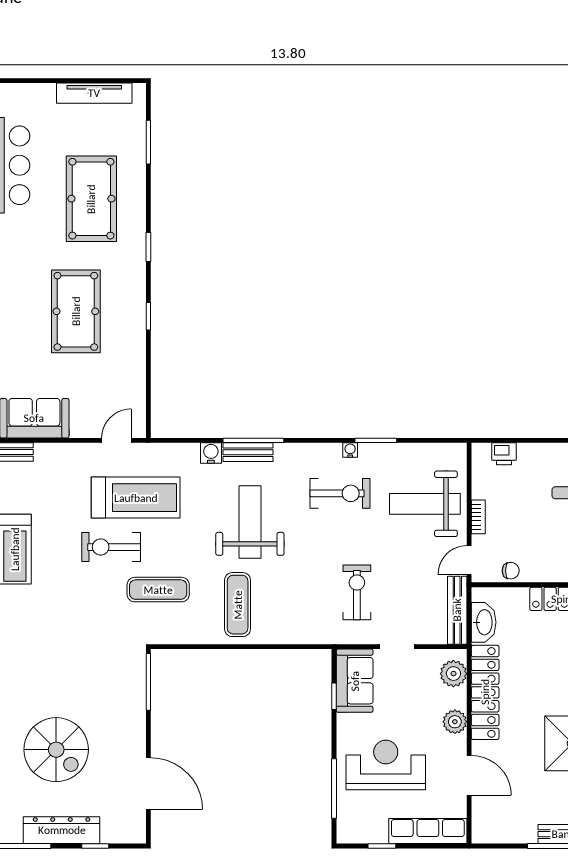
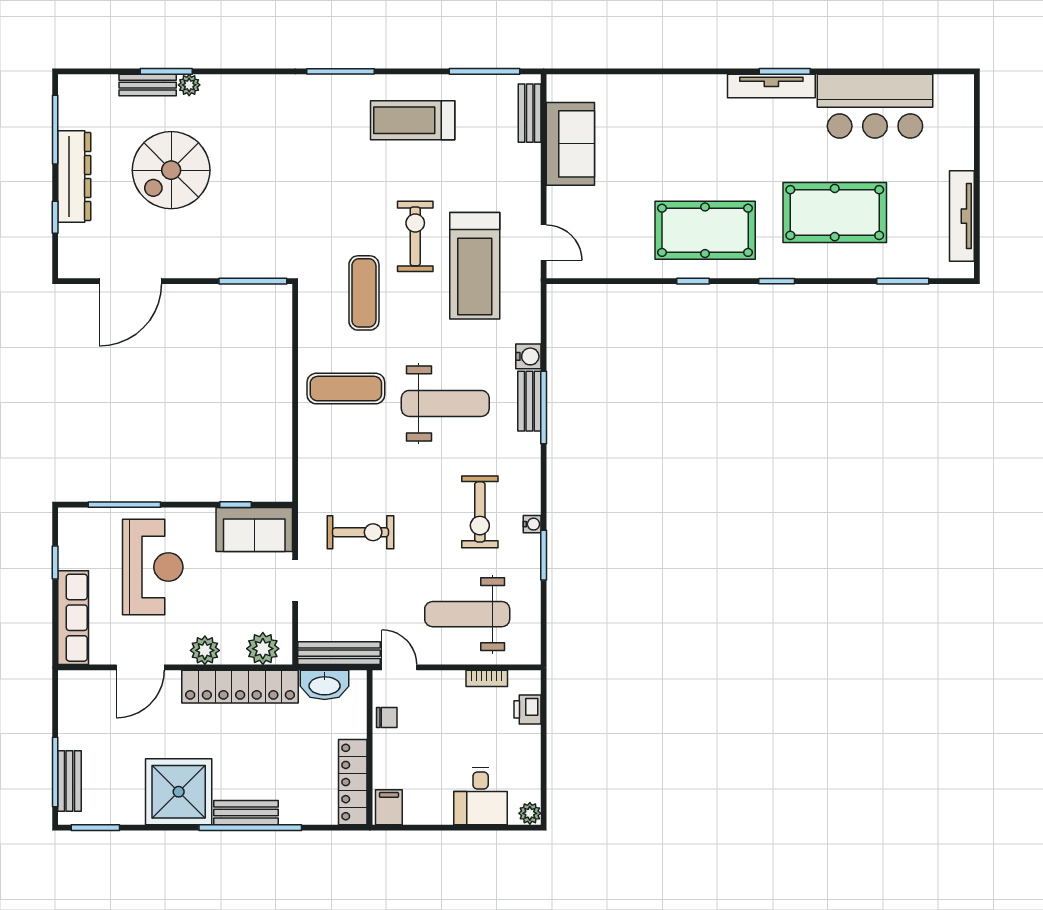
pool table: (76, 311) -> (705, 230), moved
weight bench: (425, 504) -> (467, 614), turned -90
bookcase: (478, 517) -> (487, 678), moved
chair: (511, 571) -> (387, 718), turned -90

